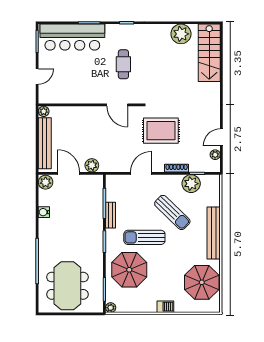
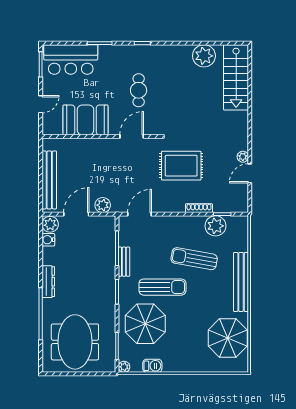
bar counter: (72, 37) -> (71, 59), width x0.73
booth: (77, 90) -> (85, 120), added
door: (117, 105) -> (132, 136), swing flipped
plant: (44, 111) -> (48, 144), removed
plant: (215, 155) -> (243, 157), moved
door: (69, 173) -> (76, 214), hinge flipped
door: (141, 173) -> (139, 214), moved
water cooler: (44, 212) -> (48, 240), moved
sun lounger: (172, 212) -> (194, 259), turned 146
dresser: (44, 233) -> (48, 282), added
sun lounger: (144, 237) -> (162, 287), turned 180
barbecue: (165, 307) -> (152, 366), moved

